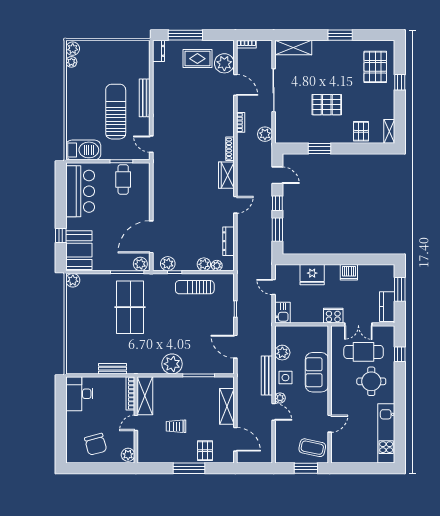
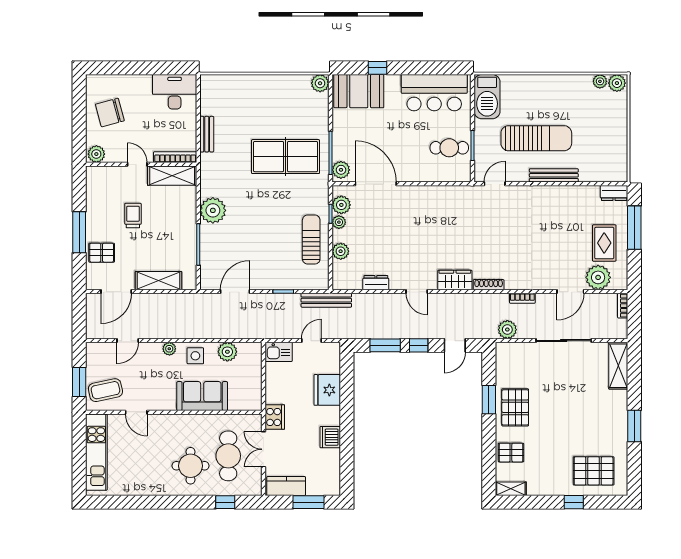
pallet: (327, 105) -> (515, 407), moved
dresser: (228, 241) -> (376, 283), width x0.70
plant: (217, 266) -> (339, 222), moved
bench: (267, 376) -> (326, 300), moved
door: (274, 412) -> (128, 341), moved
kitchen unit: (386, 433) -> (96, 452), moved, turned 90
coffee table: (312, 448) -> (105, 390), turned 66

